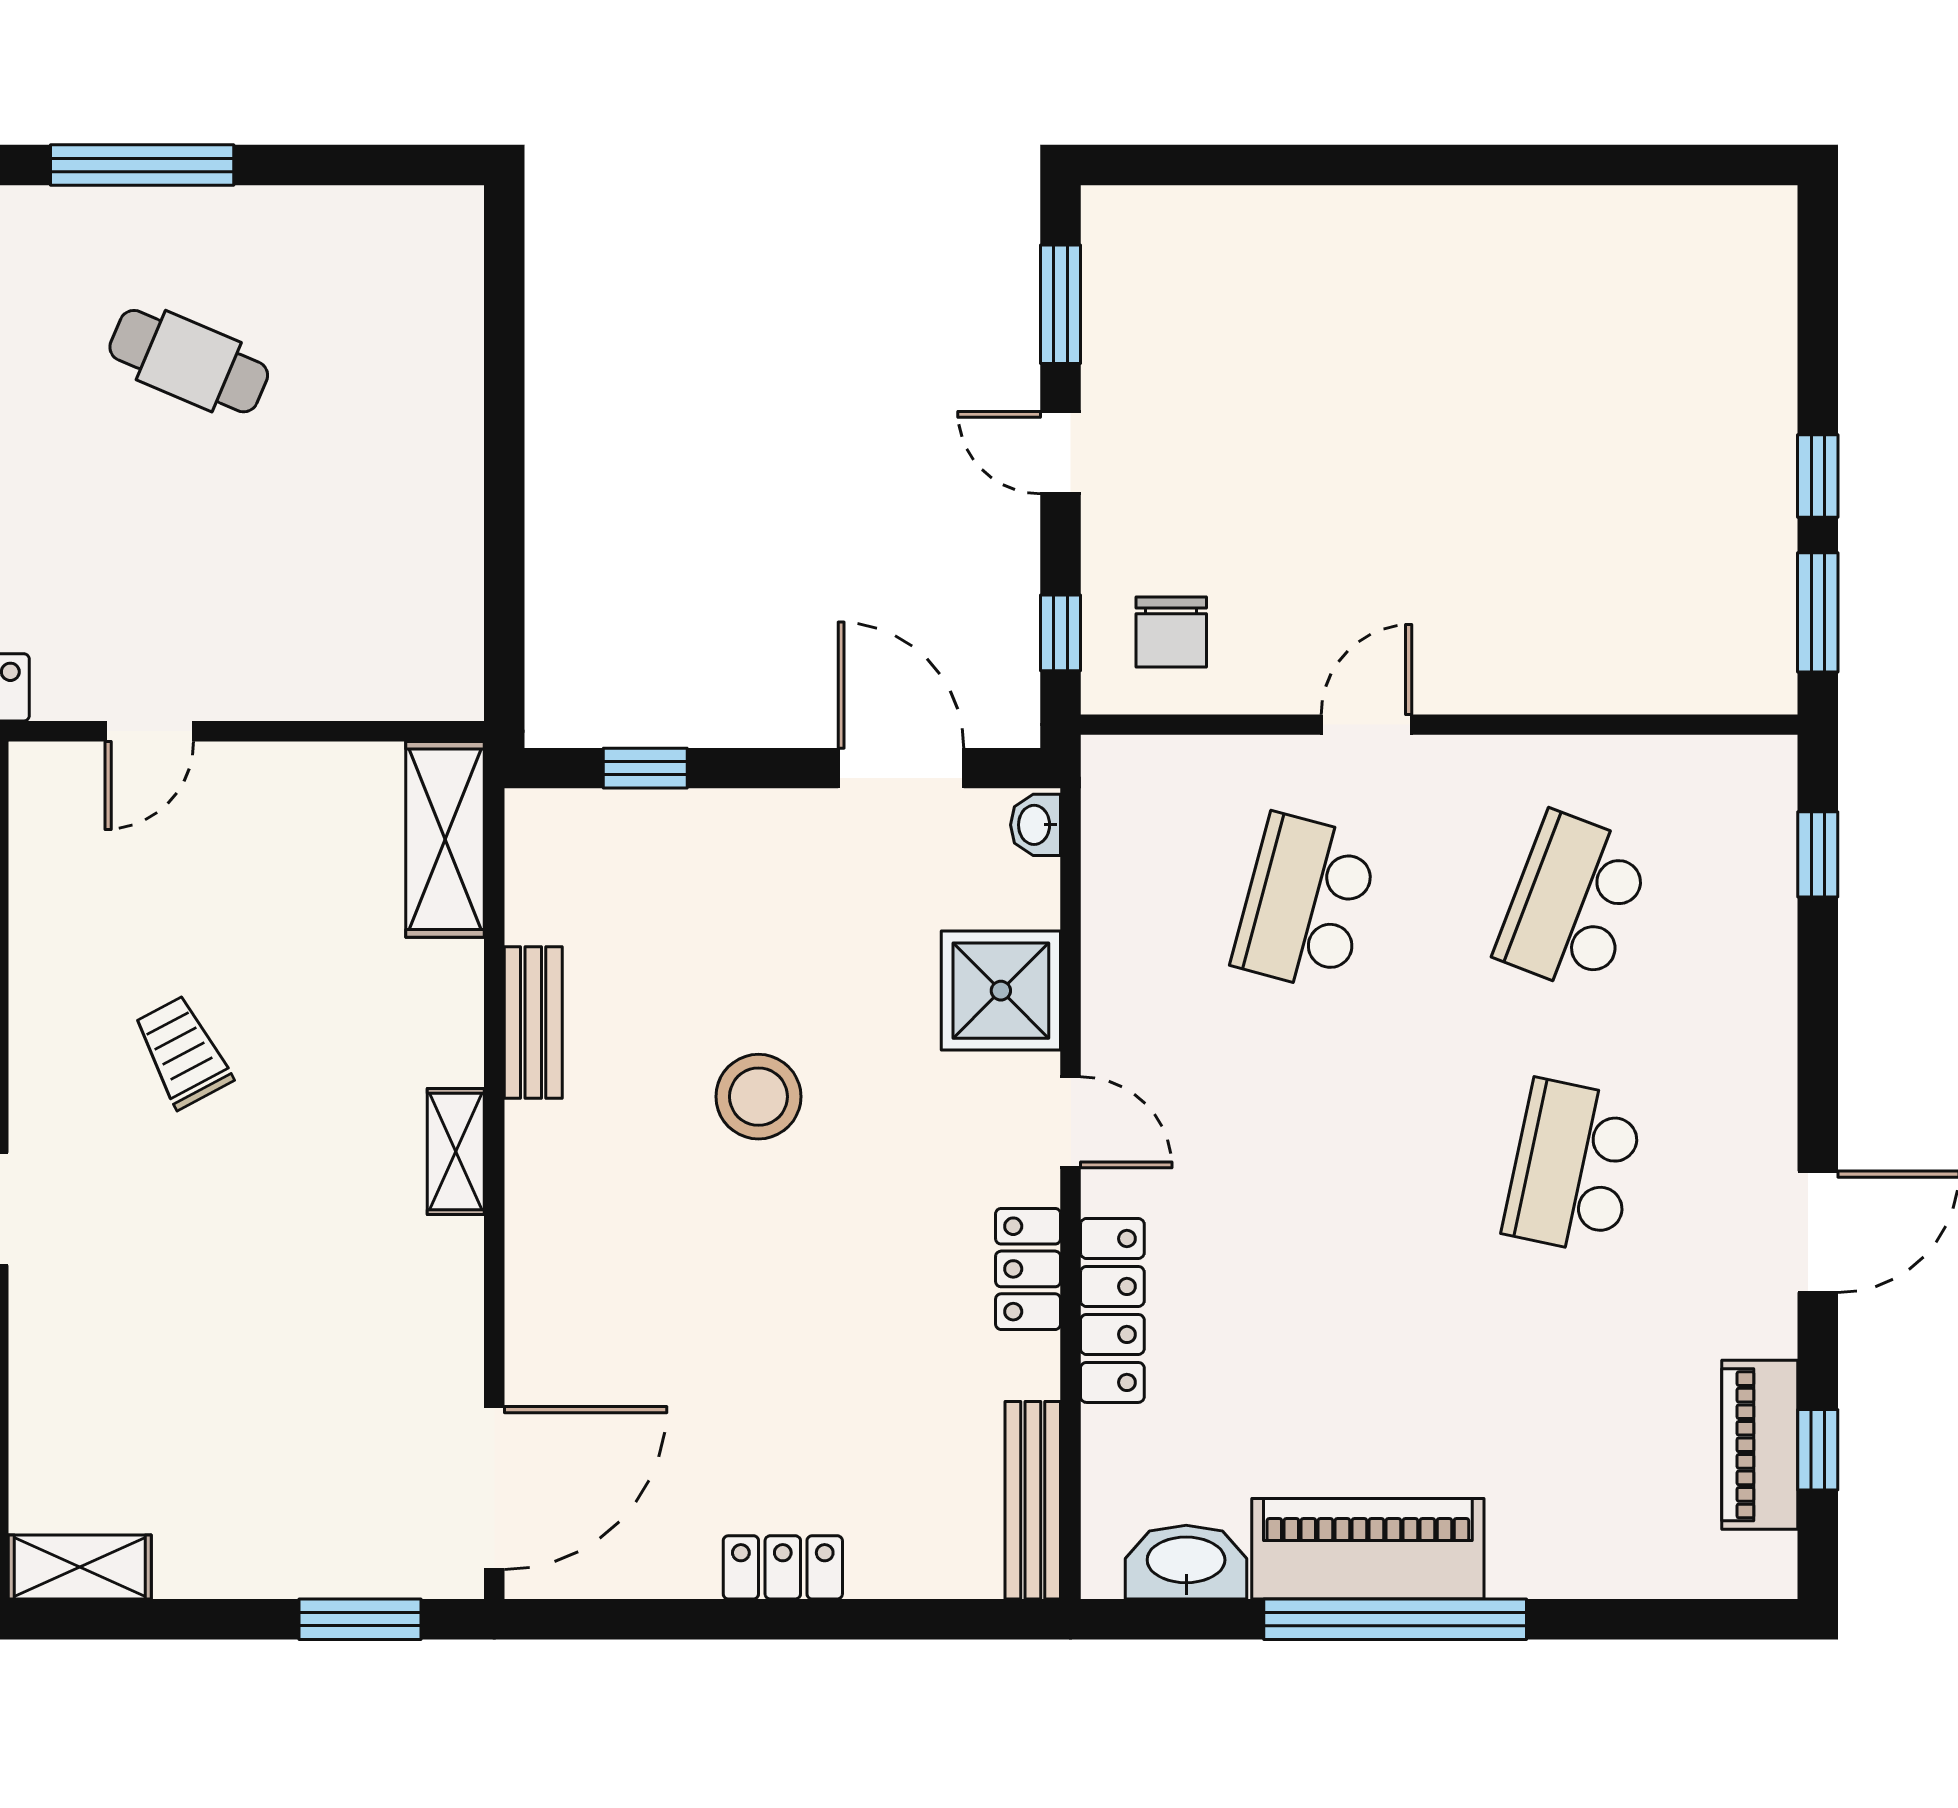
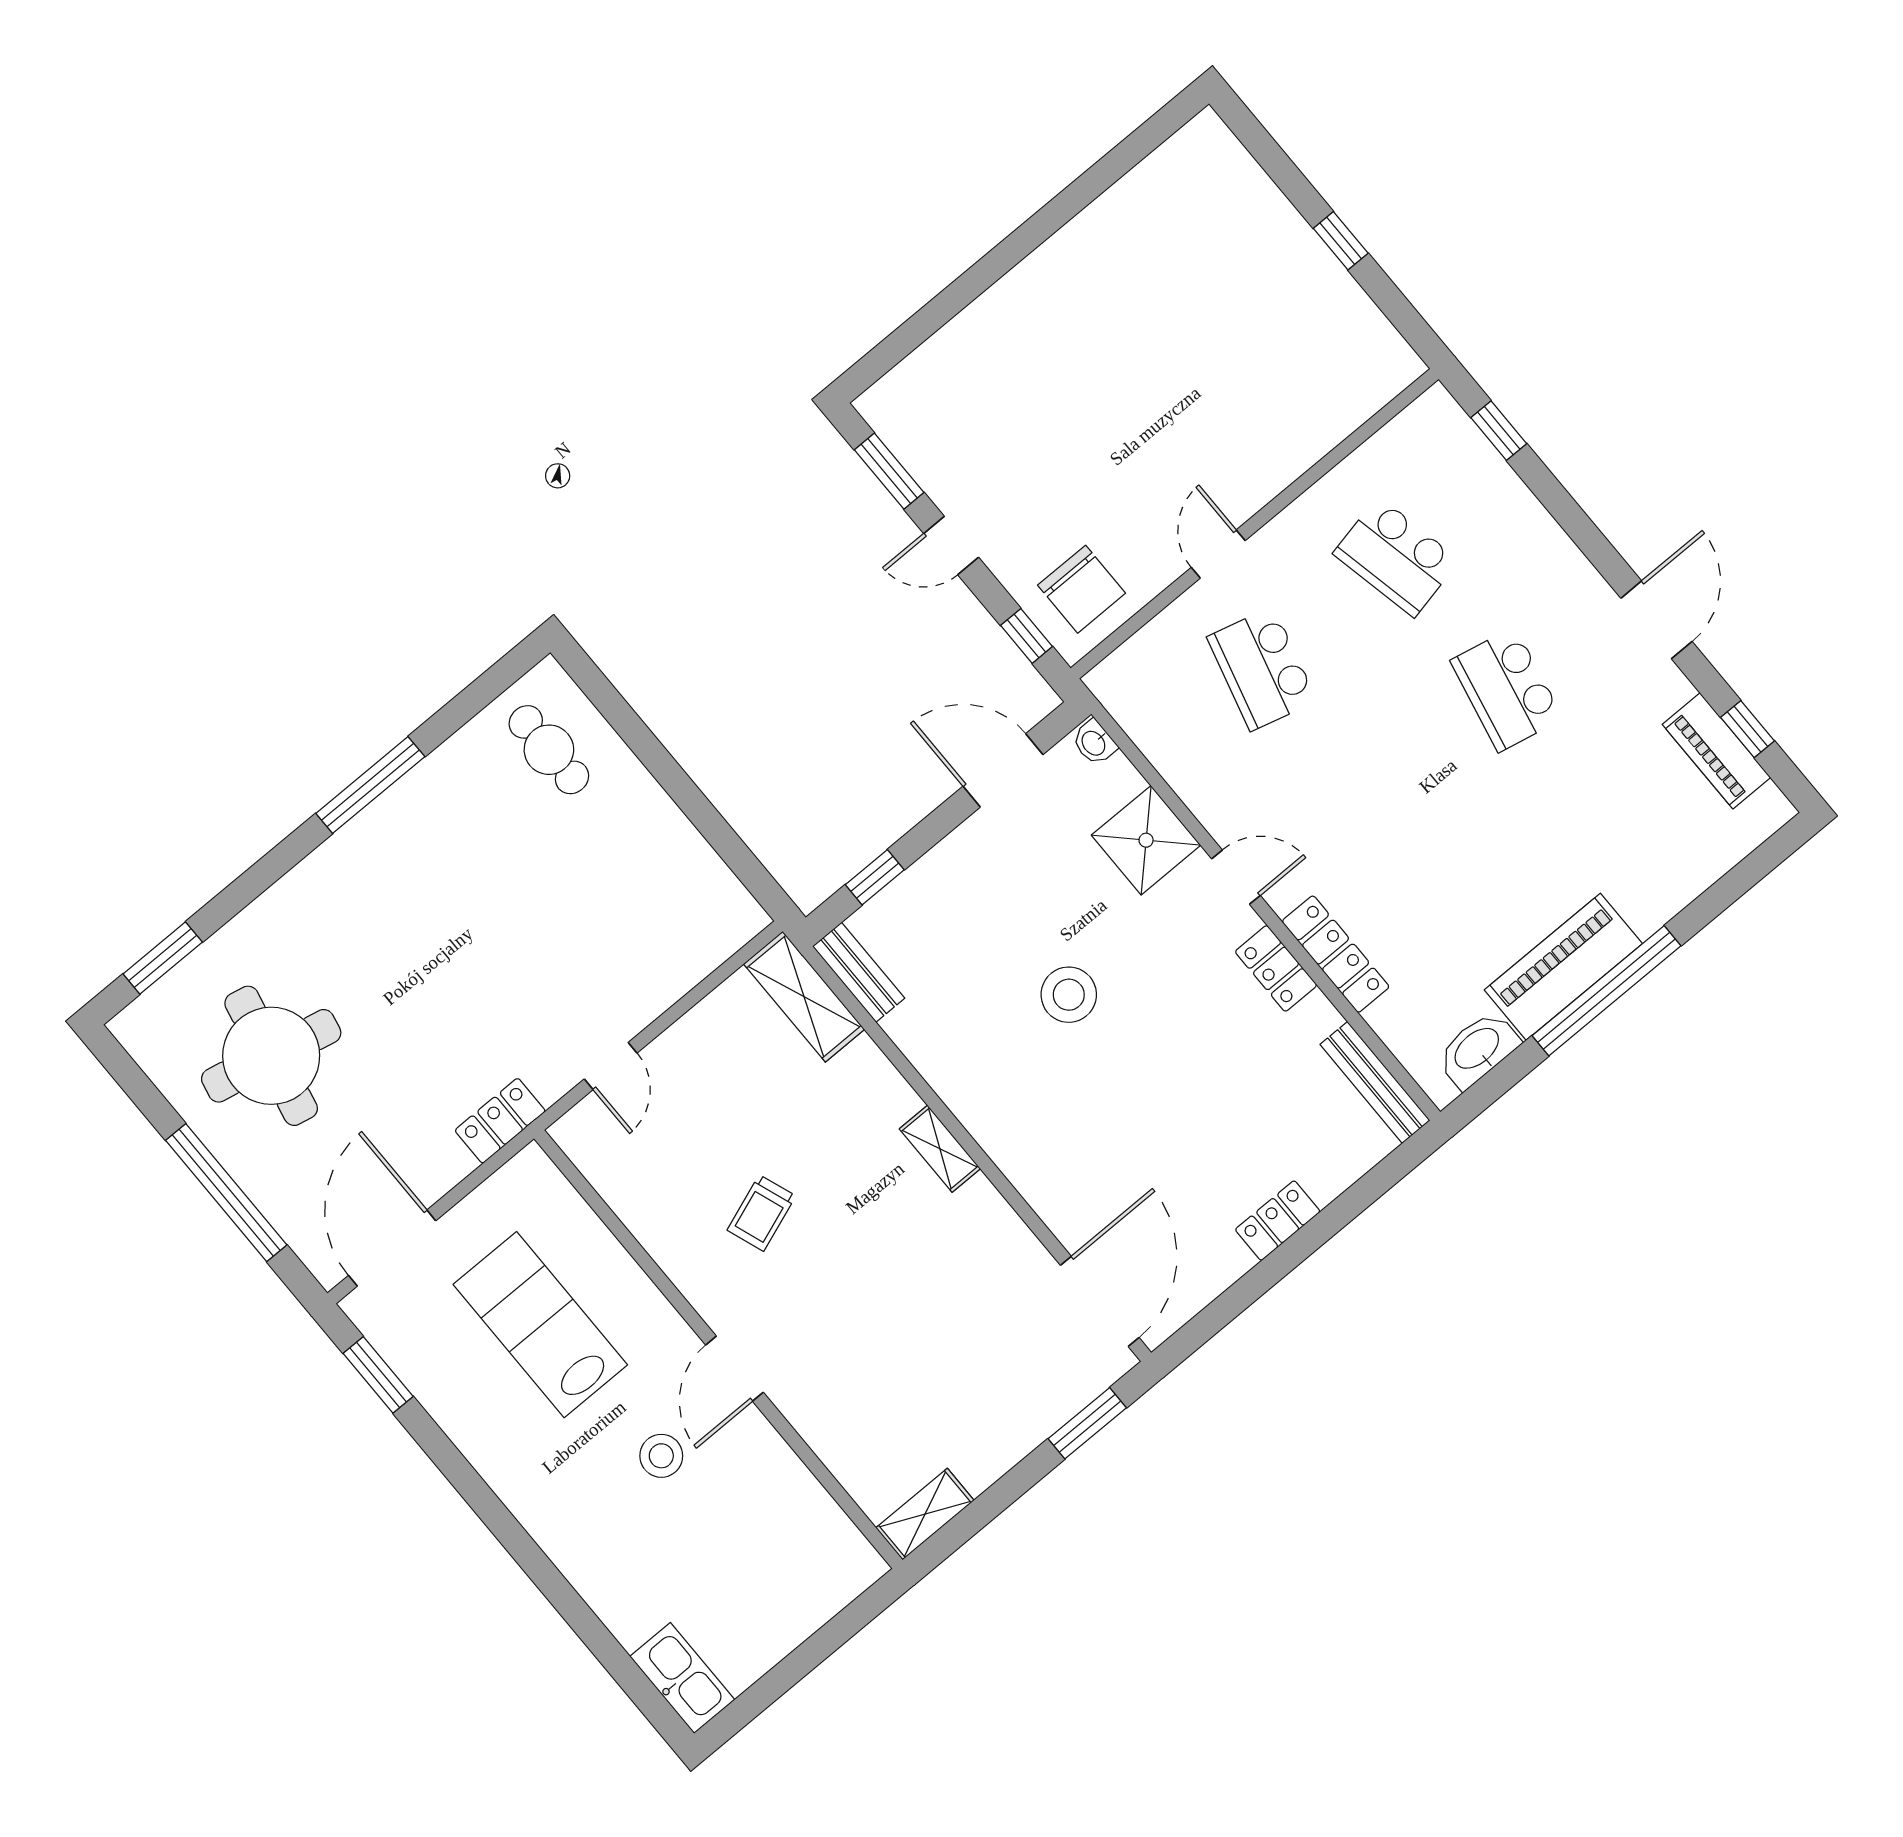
cafe table: (189, 361) -> (549, 750), moved, turned 67
window: (1818, 612) -> (1398, 309), removed
chair: (1171, 632) -> (1082, 589), width x1.37, depth x1.37
school desk: (1573, 903) -> (1396, 557), turned -33
bench: (533, 1022) -> (859, 972), moved
trolley: (183, 1052) -> (761, 1213), turned -82

